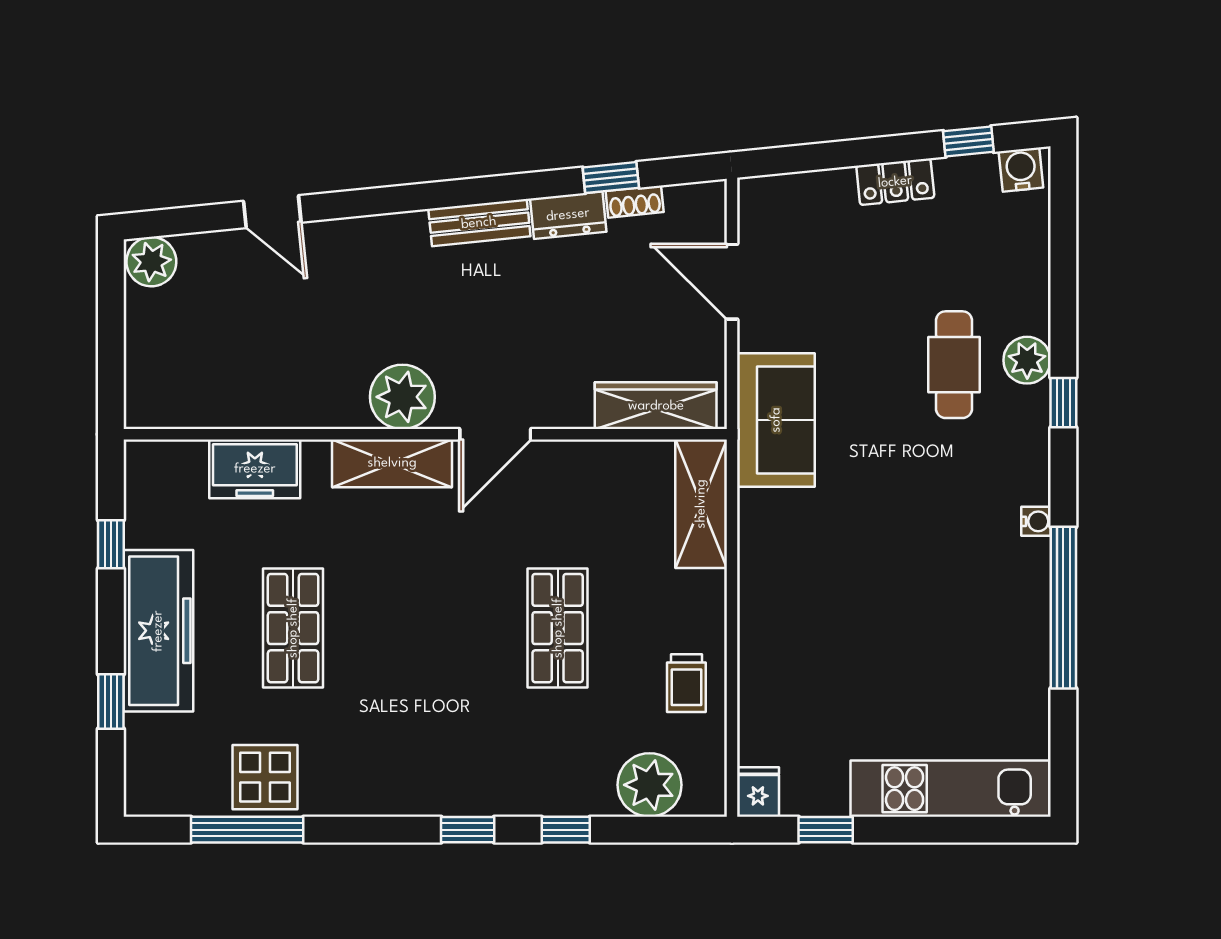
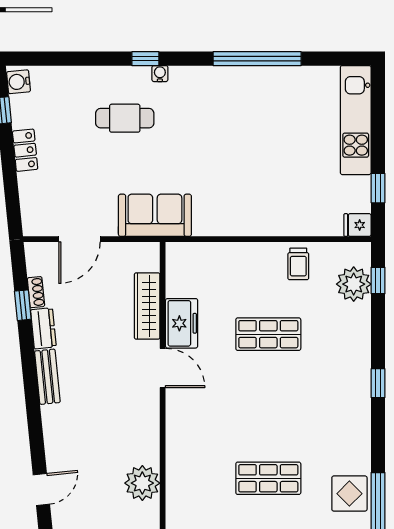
plant: (1027, 360) -> (122, 78), removed
plant: (402, 397) -> (142, 483), moved
wardrobe: (656, 406) -> (147, 306), moved
shelving: (392, 463) -> (179, 424), removed
freezer: (255, 469) -> (182, 323), moved
shelving: (701, 504) -> (201, 256), removed
water cooler: (1036, 521) -> (160, 74), moved
trolley: (686, 683) -> (298, 264), turned 90
window: (566, 830) -> (378, 281), moved

